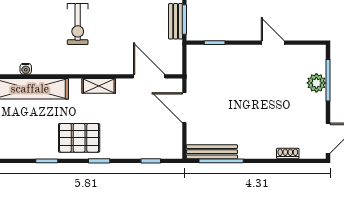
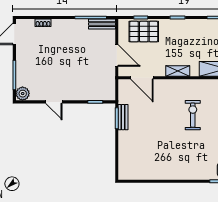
plant: (316, 83) -> (23, 94), moved
pallet: (79, 138) -> (144, 32), moved
bench: (212, 152) -> (102, 24), width x0.73

